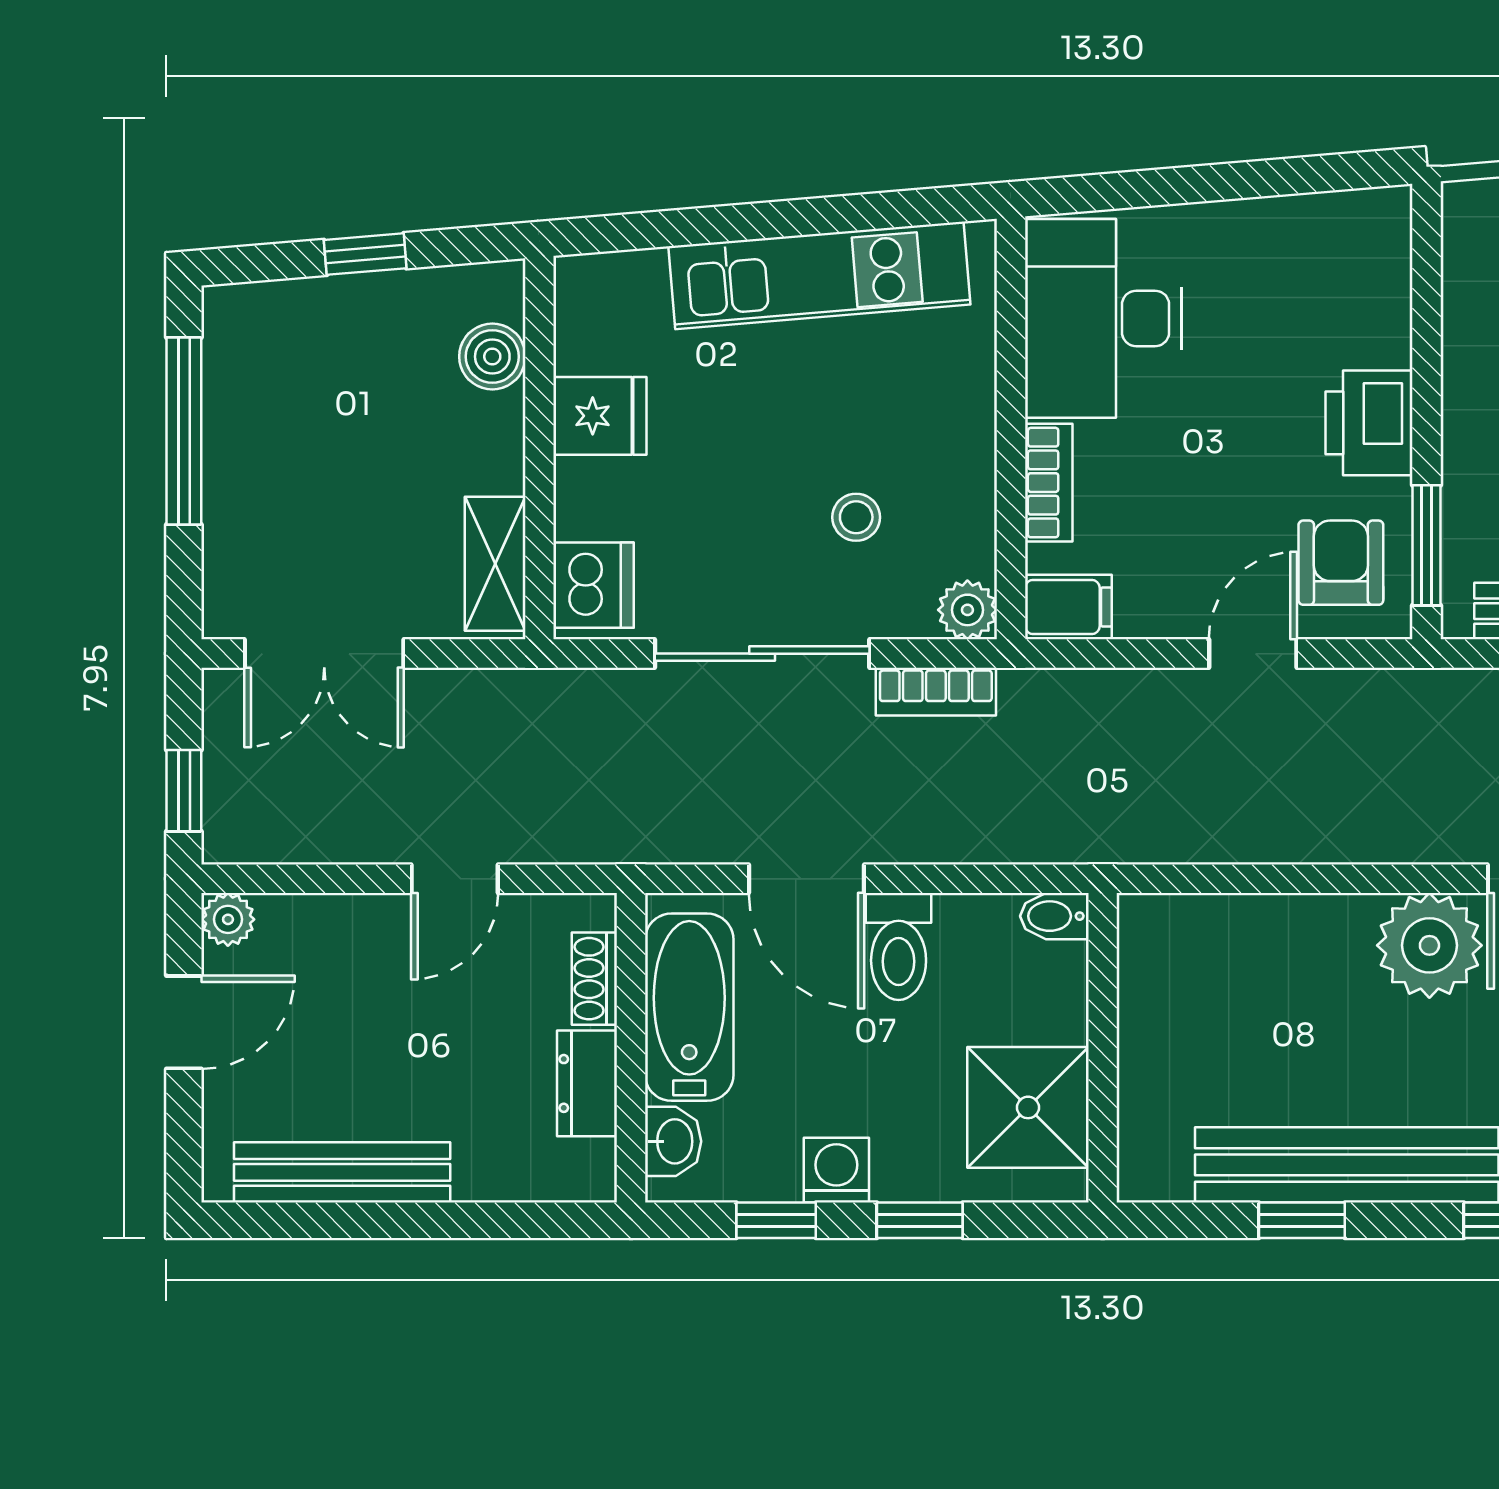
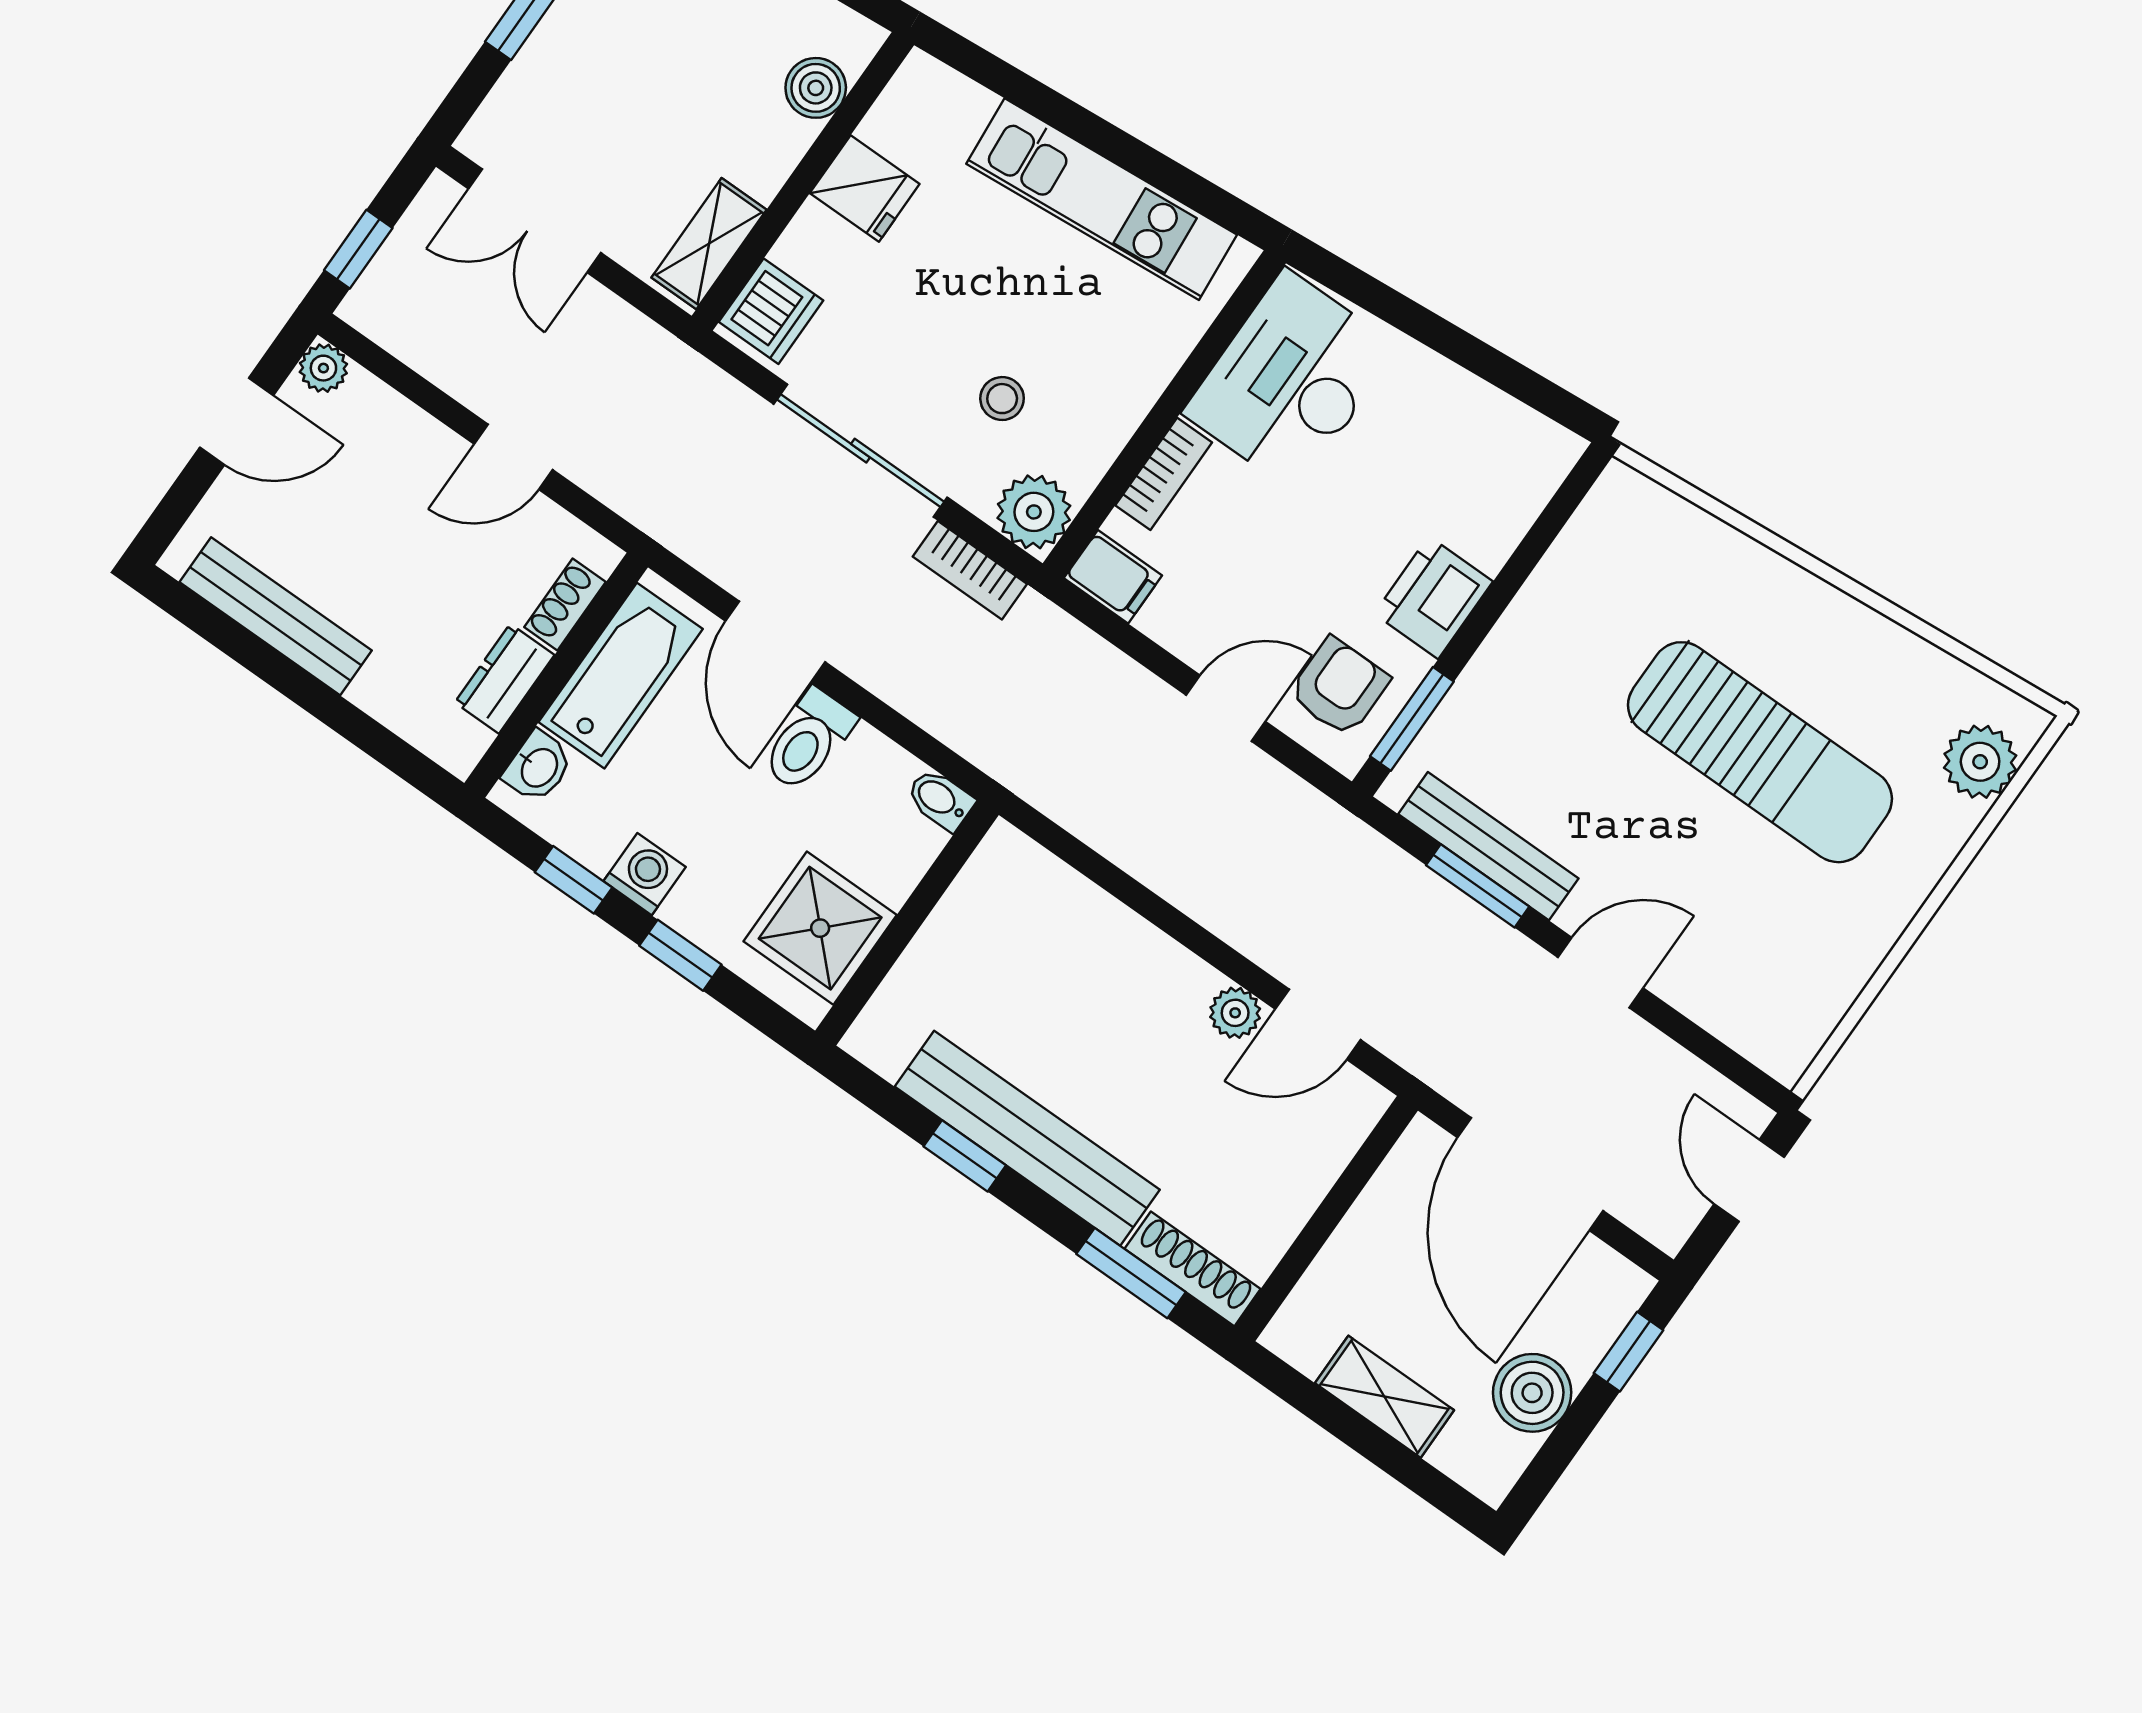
plant: (967, 610) -> (1034, 512), width x1.38, depth x1.38
plant: (1429, 945) -> (1235, 1013), width x0.53, depth x0.53

